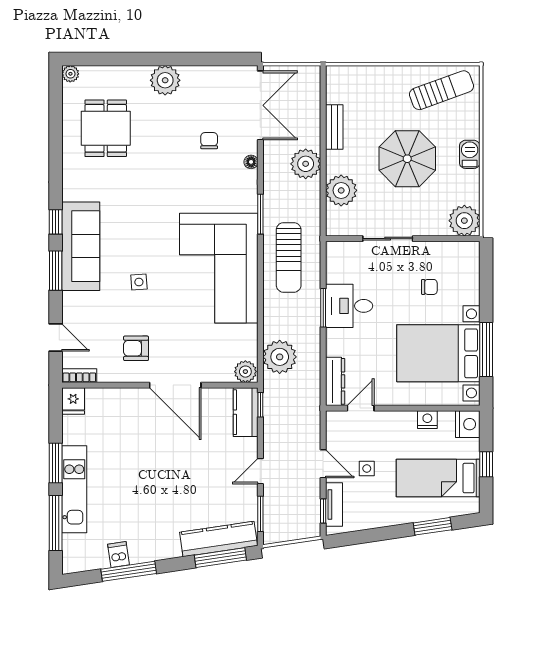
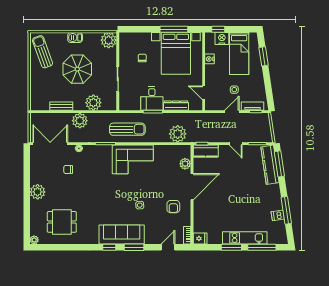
corner sofa: (219, 268) -> (133, 159), width x0.73, depth x0.74
plant: (245, 372) -> (185, 164), moved
dresser: (335, 381) -> (176, 106), moved
nightstand: (468, 424) -> (222, 39), moved
window: (486, 464) -> (218, 29), moved

